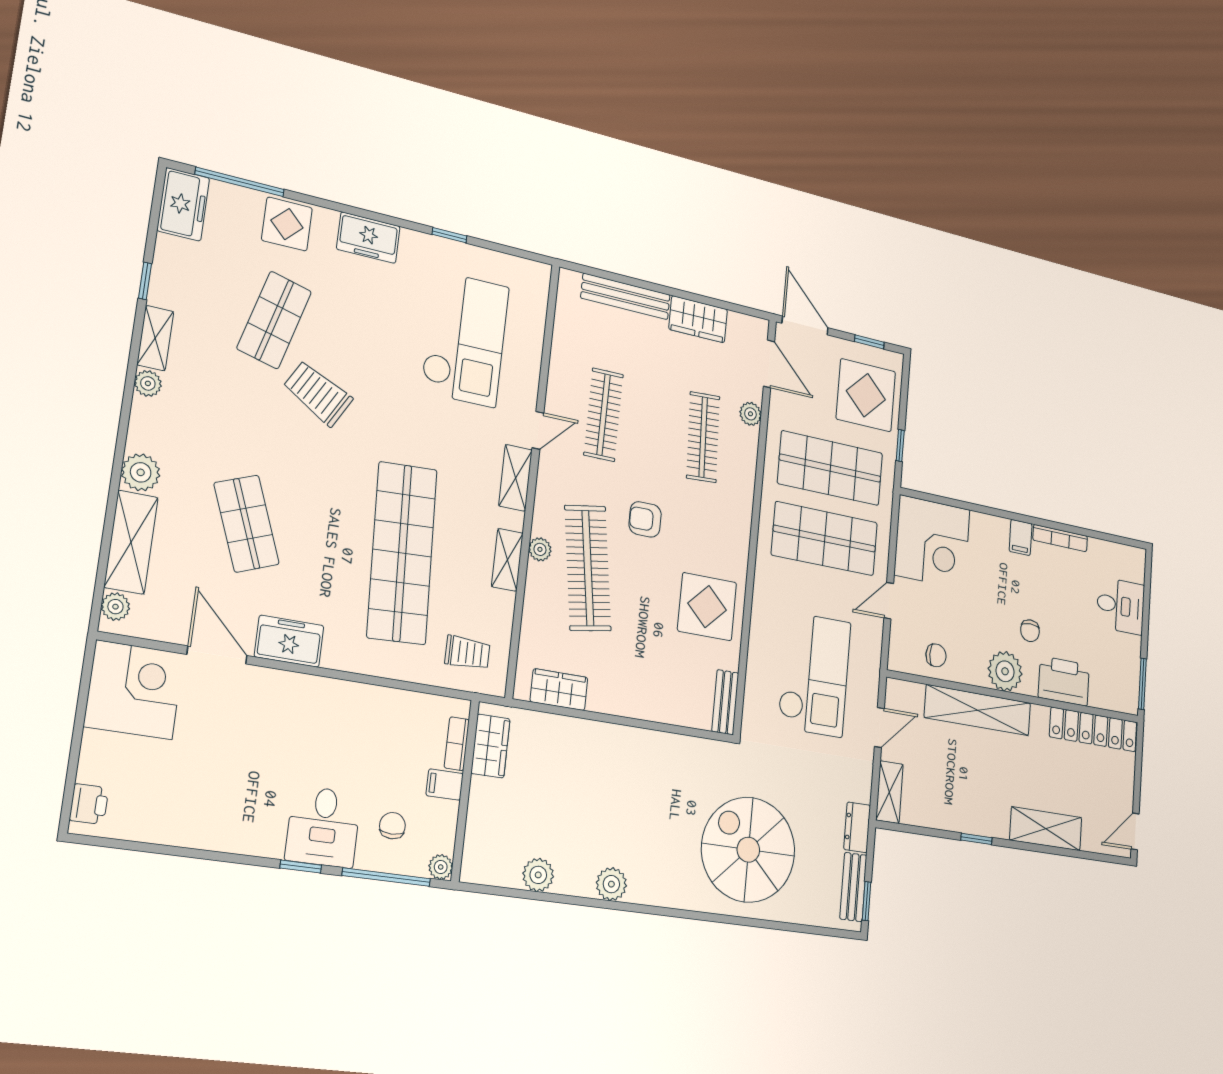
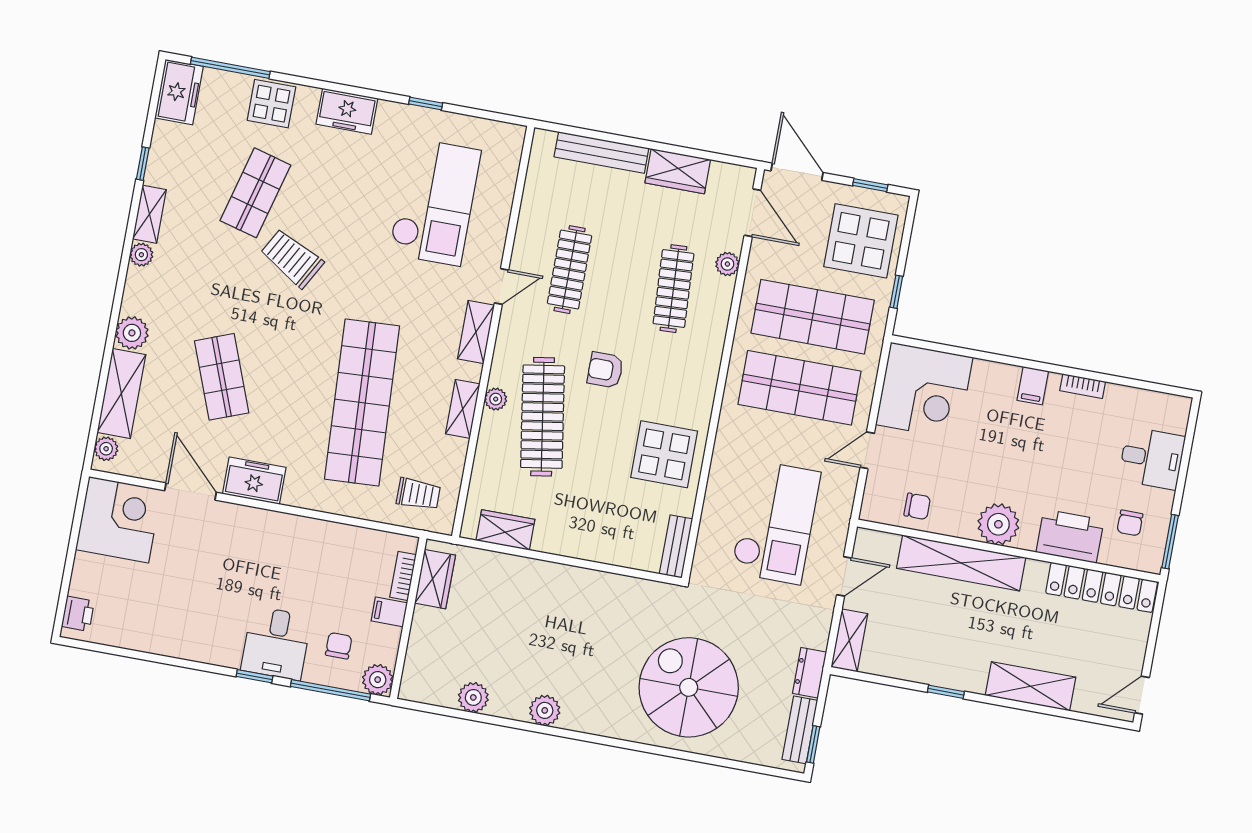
bookcase: (1060, 538) -> (1083, 386), width x0.64
chair: (1030, 631) -> (1130, 523), moved
plant: (441, 867) -> (378, 680), width x1.38, depth x1.38

